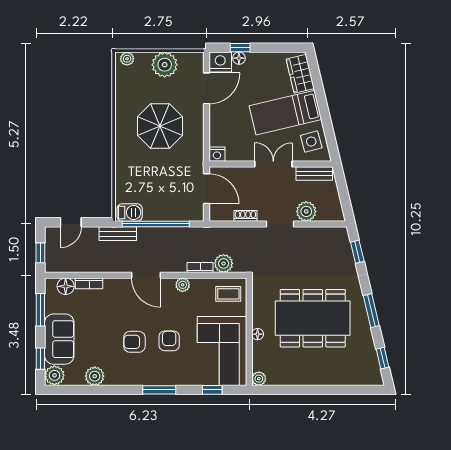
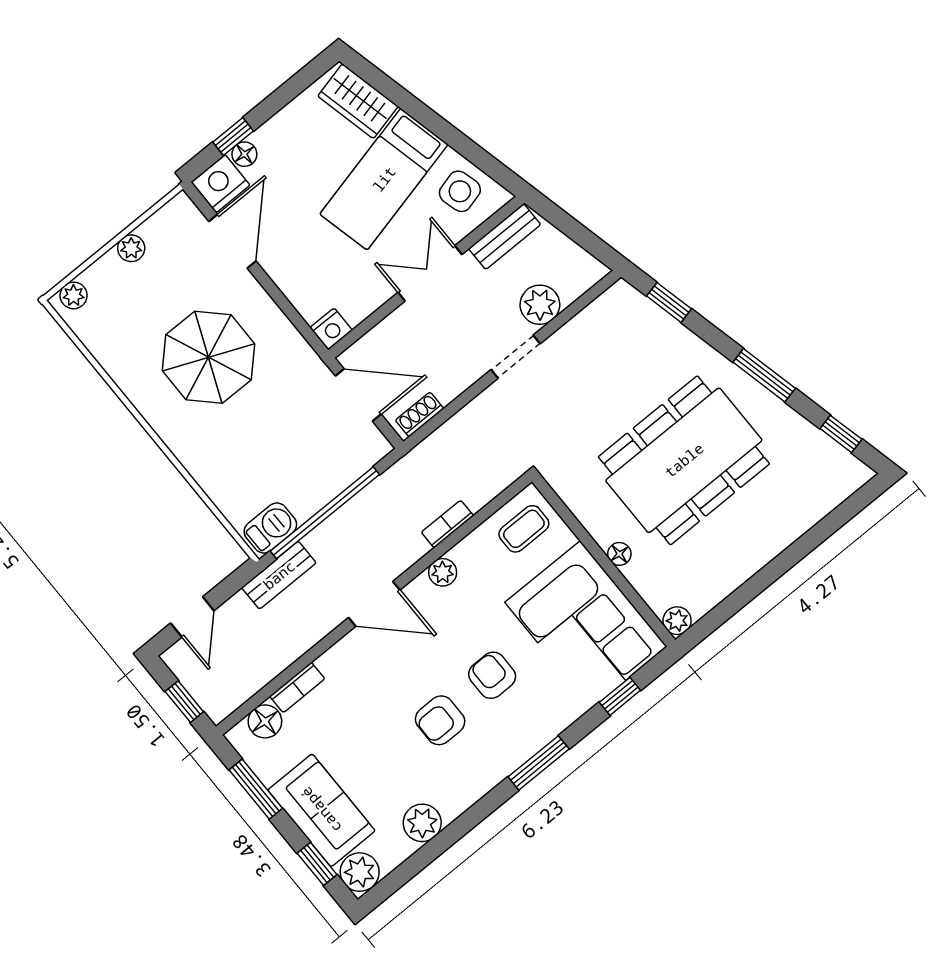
plant: (165, 65) -> (131, 248), width x0.53, depth x0.53
shoe rack: (245, 216) -> (420, 414), moved
plant: (224, 263) -> (478, 488), removed

